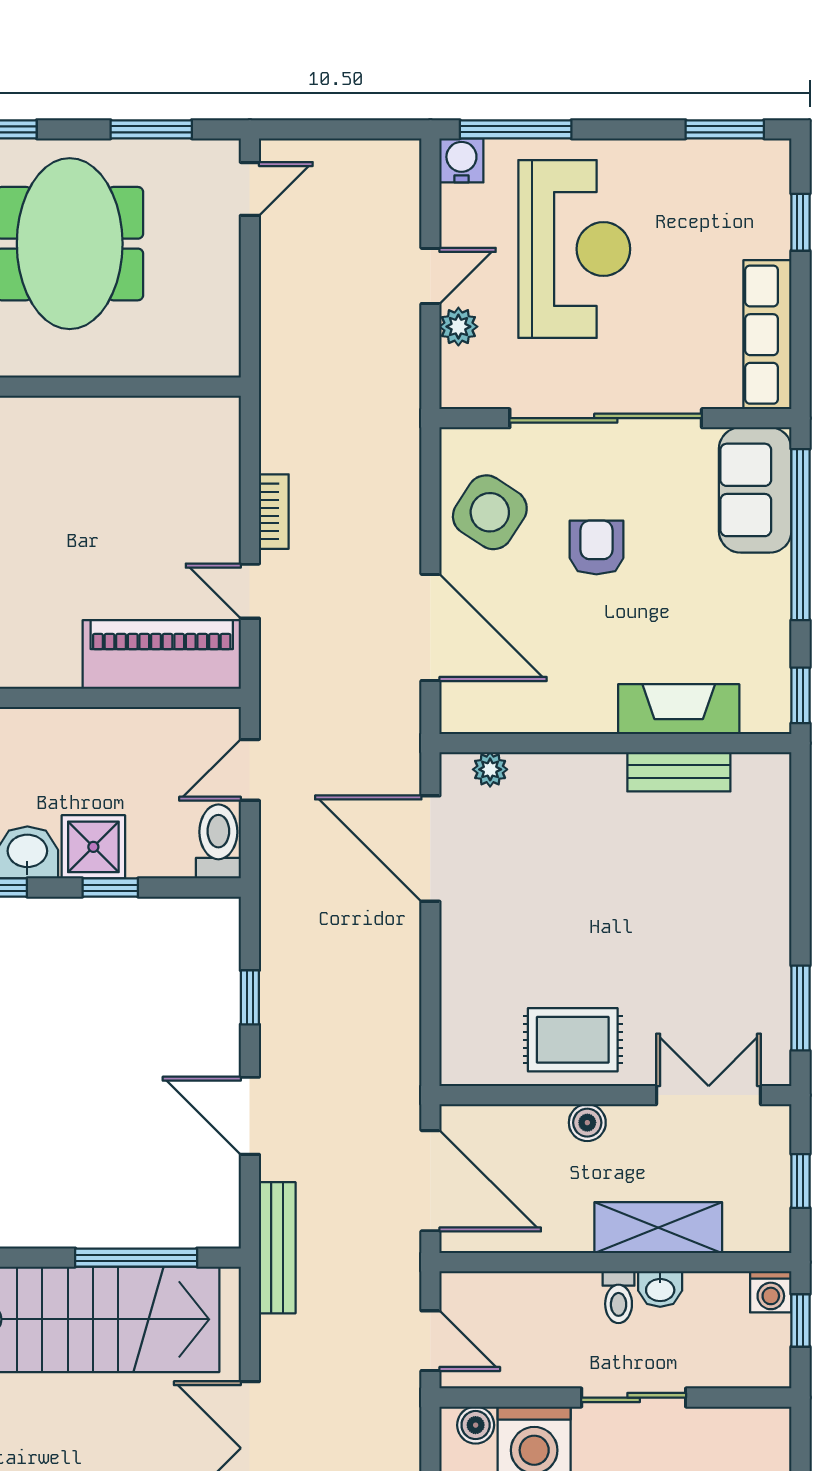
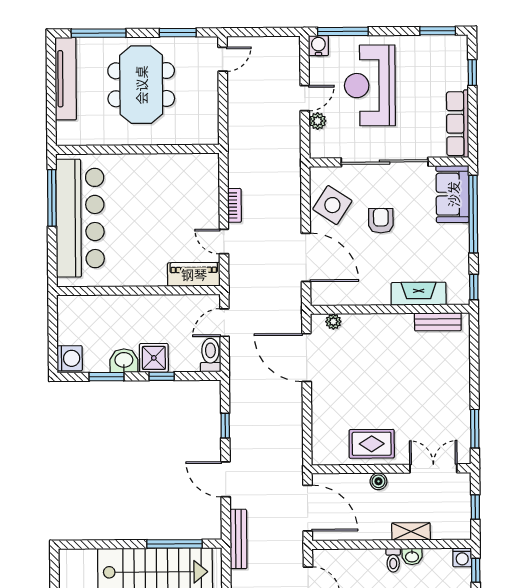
reception desk: (574, 249) -> (370, 85), turned 180
piano: (162, 655) -> (194, 274), width x0.73, depth x0.75
bench: (679, 772) -> (438, 322), moved
shelving: (658, 1228) -> (411, 532), width x0.67, depth x0.75

